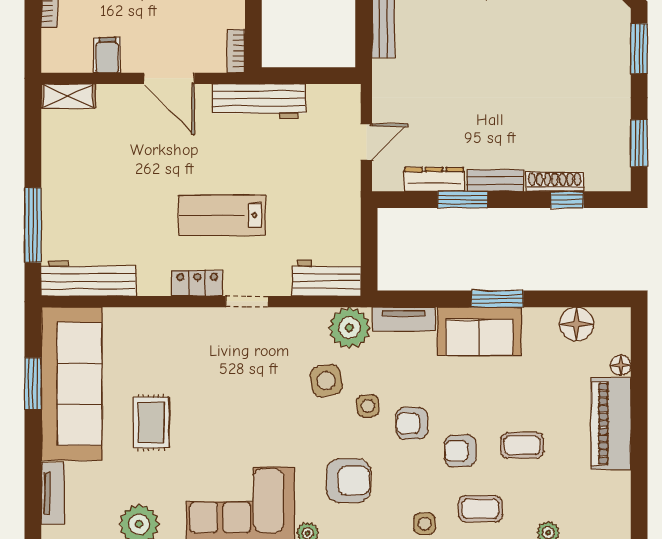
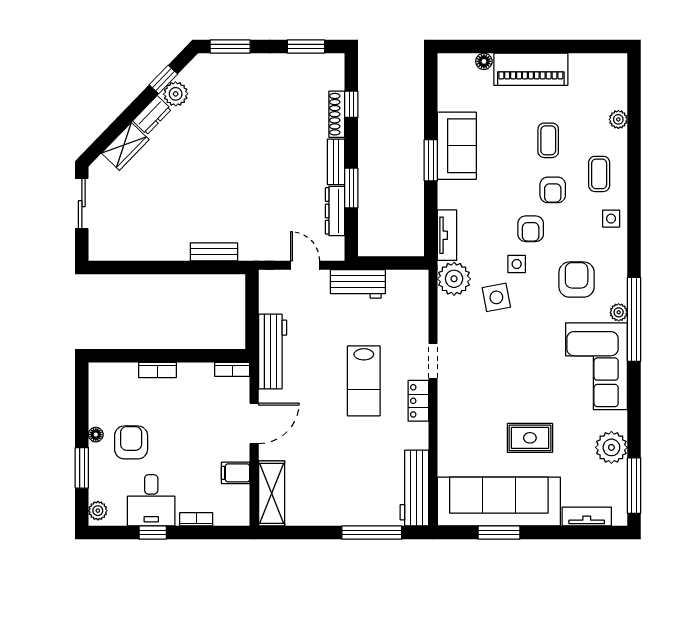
shelving: (68, 96) -> (272, 493), width x1.50, depth x1.33
workbench: (327, 278) -> (358, 284), moved, turned -90
floor lamp: (577, 324) -> (451, 97), removed
sofa: (479, 331) -> (457, 146), moved

